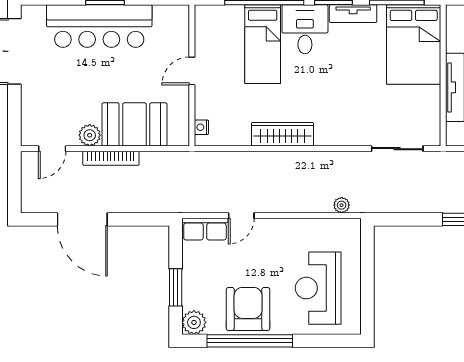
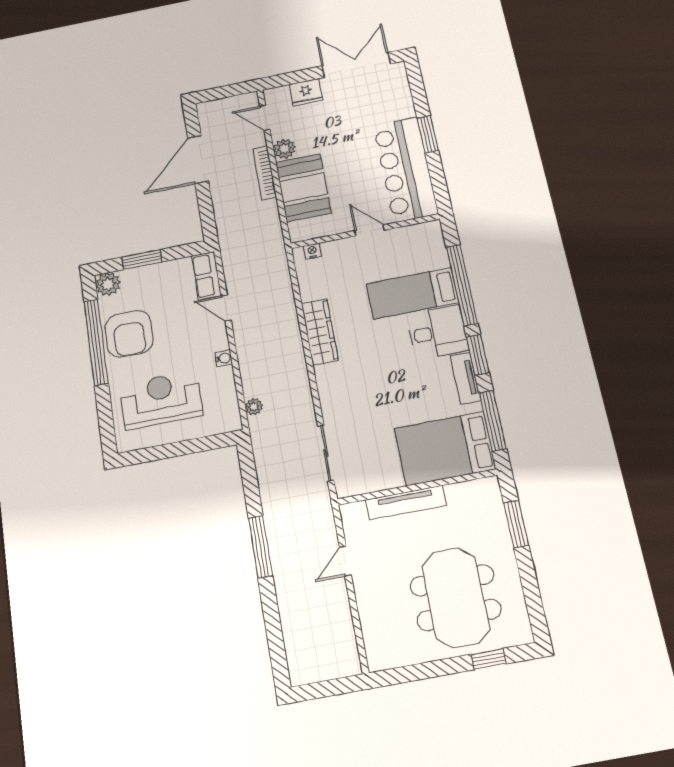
bar counter: (99, 26) -> (405, 169), moved
fridge: (33, 105) -> (306, 92), added
water cooler: (290, 225) -> (224, 358), added
armchair: (248, 309) -> (129, 334), turned 90

